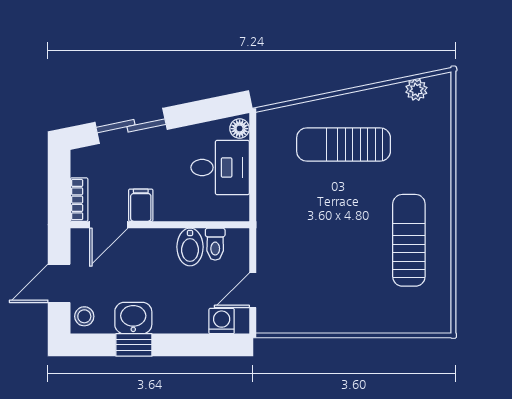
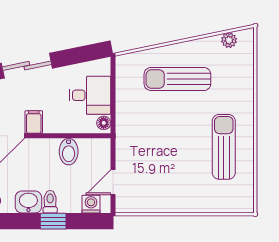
floor lamp: (240, 129) -> (104, 123), moved
toilet: (215, 244) -> (50, 202), moved, turned 180
window: (134, 345) -> (53, 221), moved

